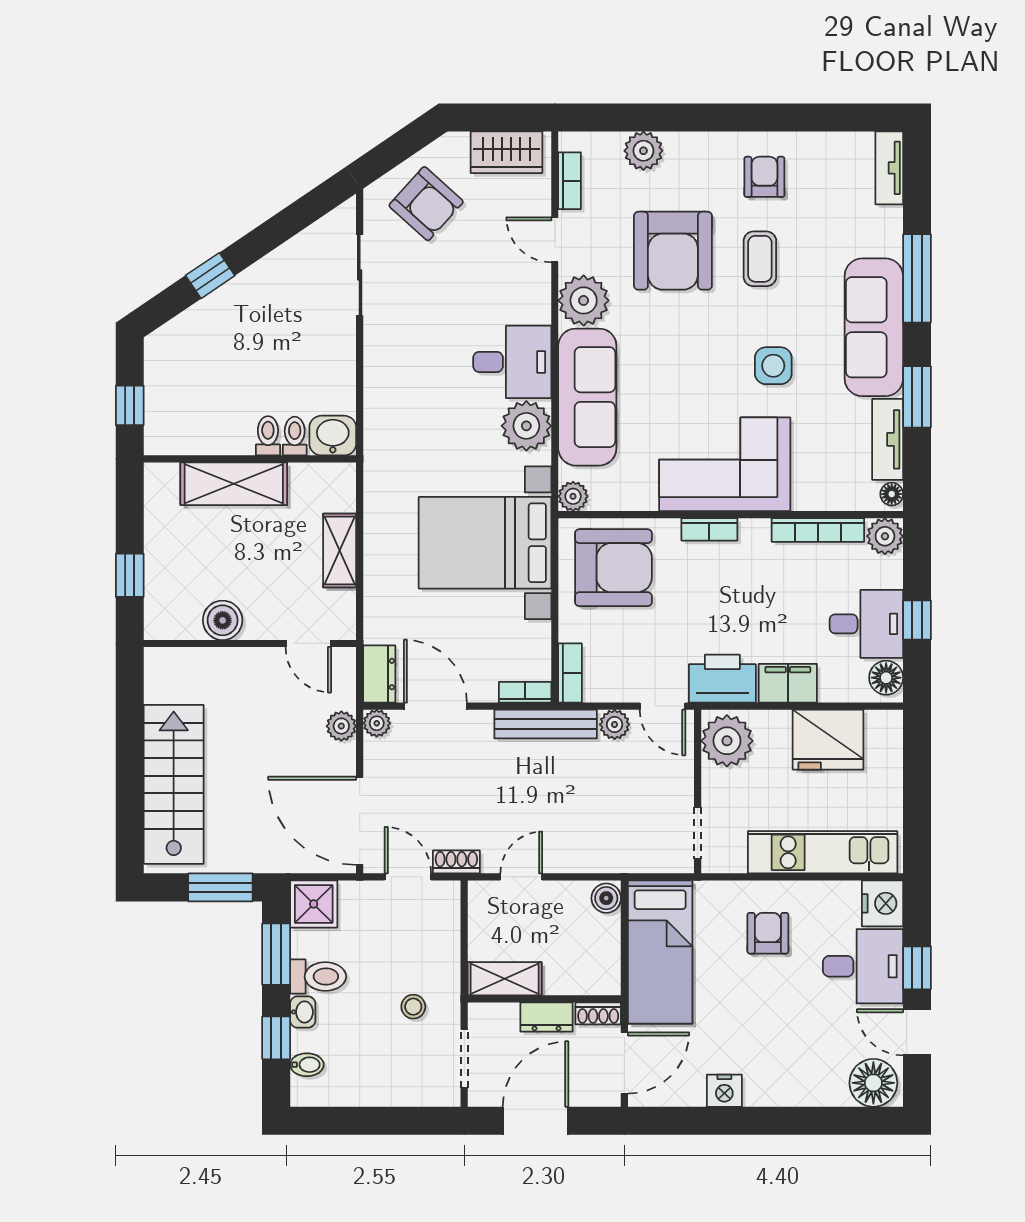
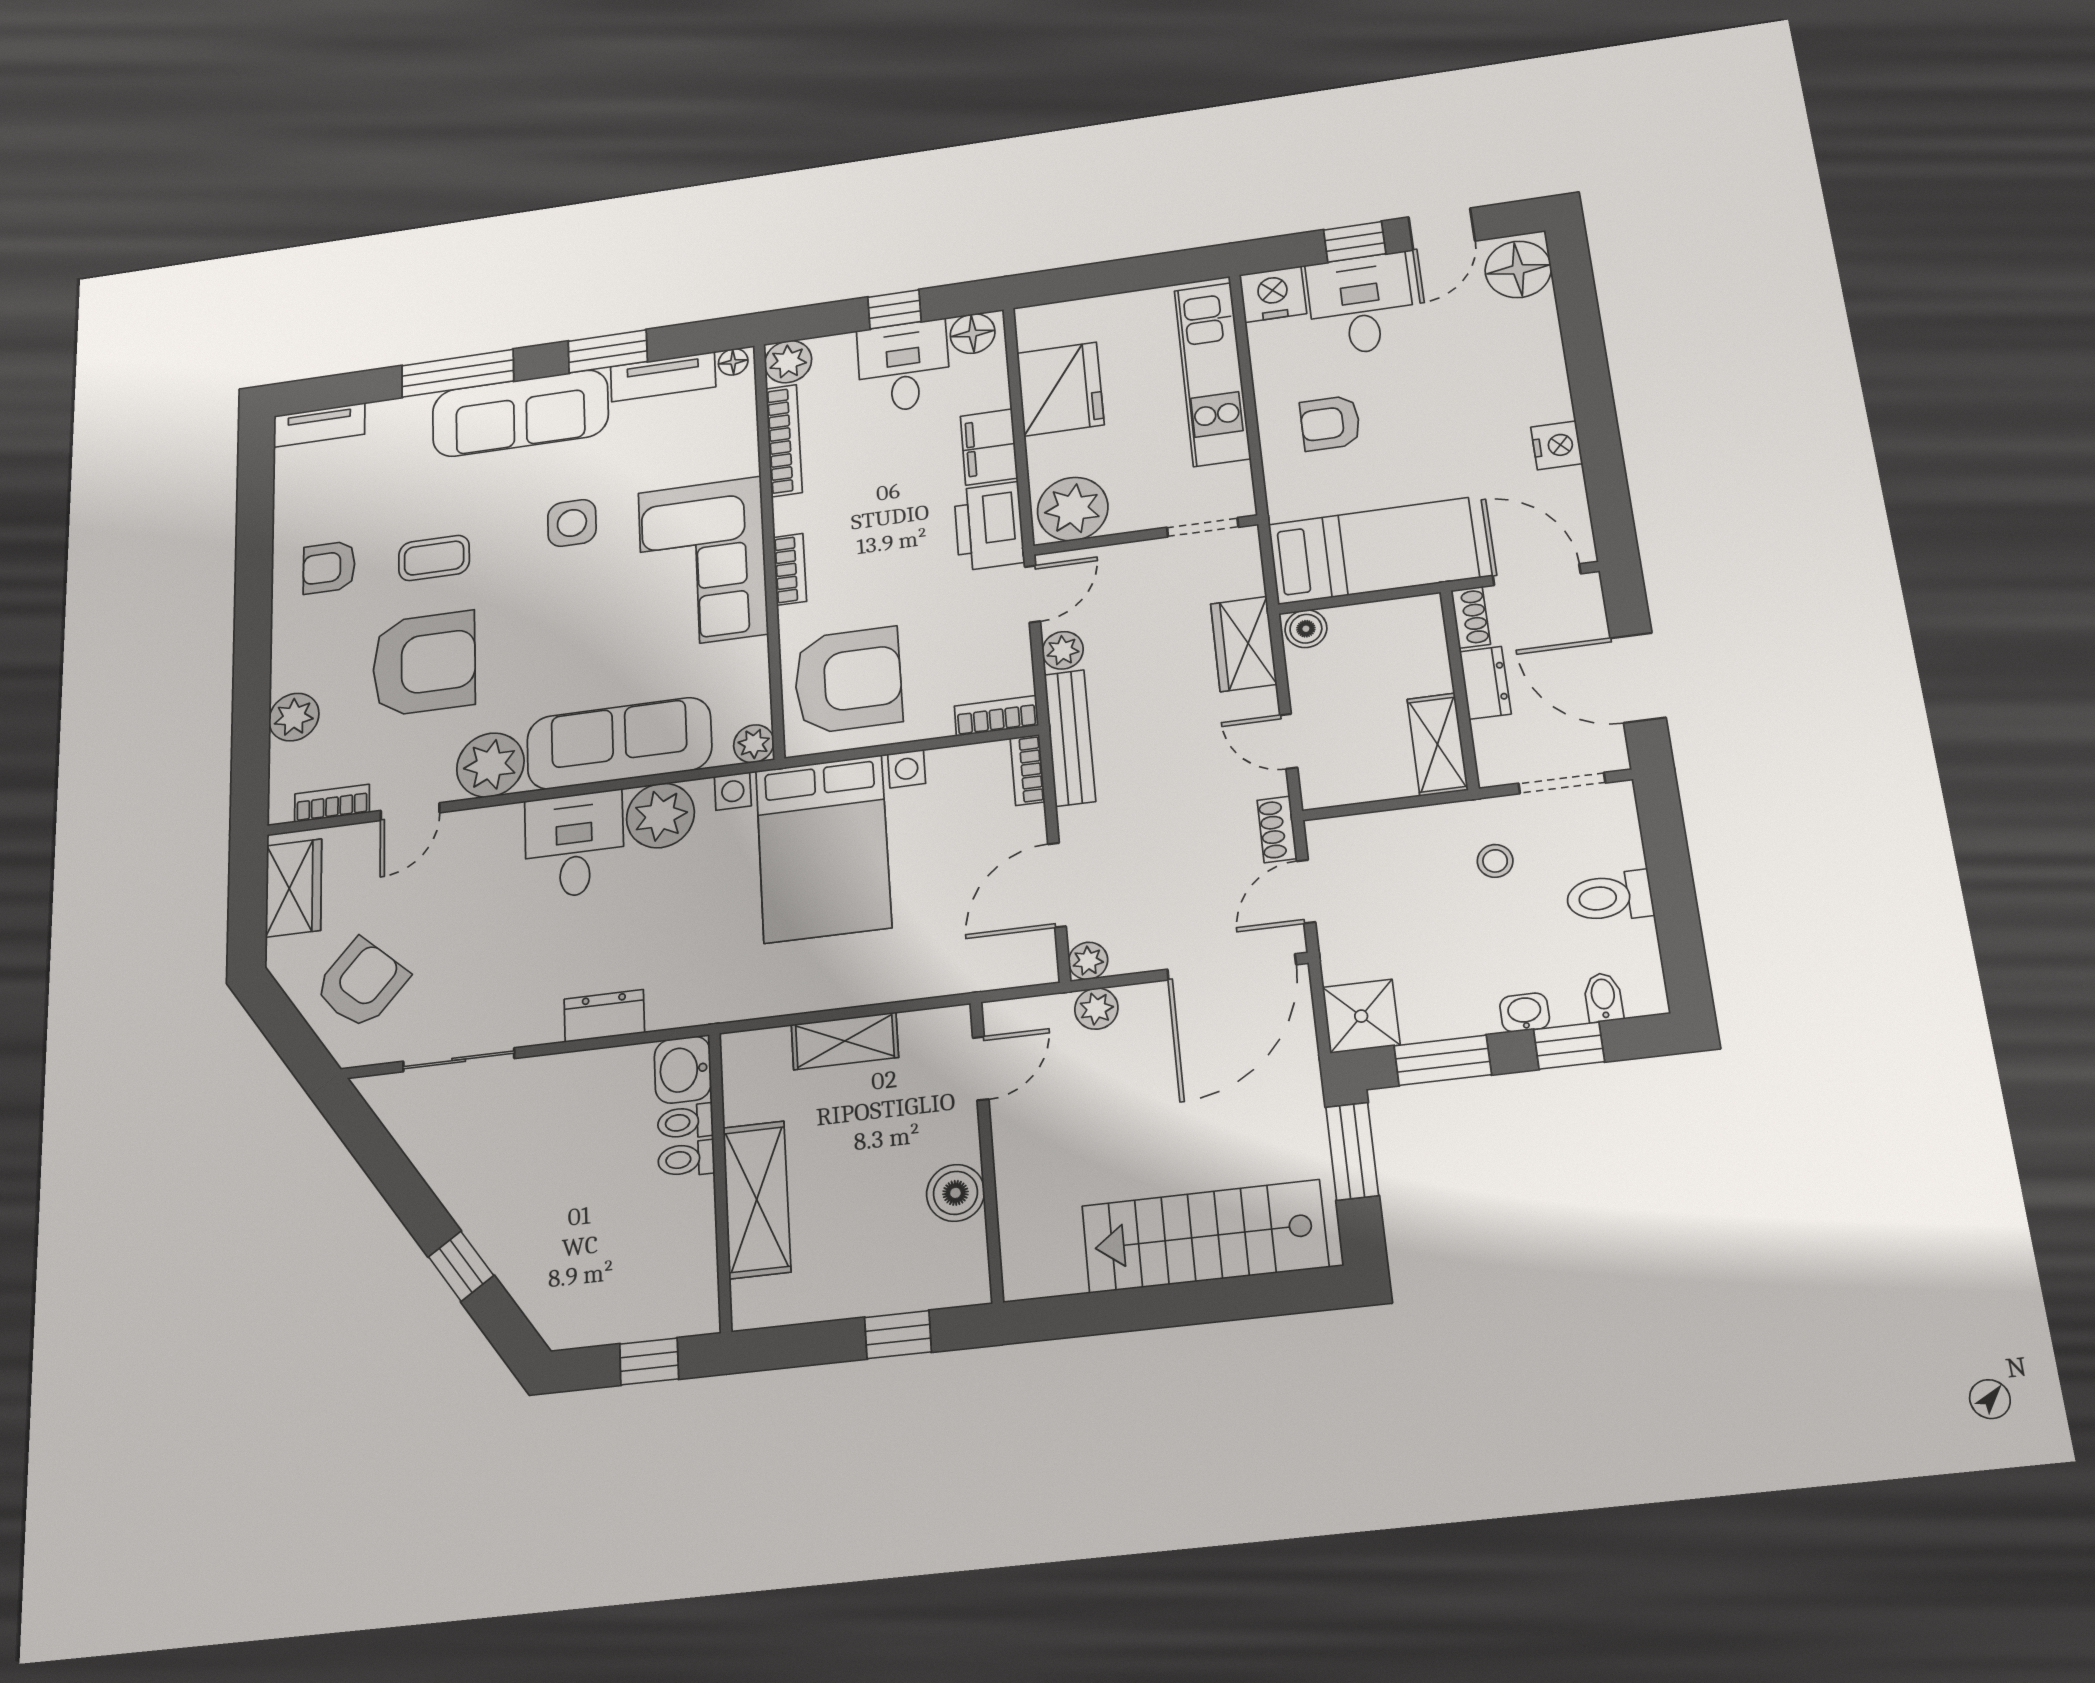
armchair: (613, 568) -> (848, 680), turned 90
dresser: (379, 674) -> (604, 1016), moved
wardrobe: (601, 853) -> (1244, 644), added
toilet: (318, 976) -> (1609, 897), moved, turned -90

